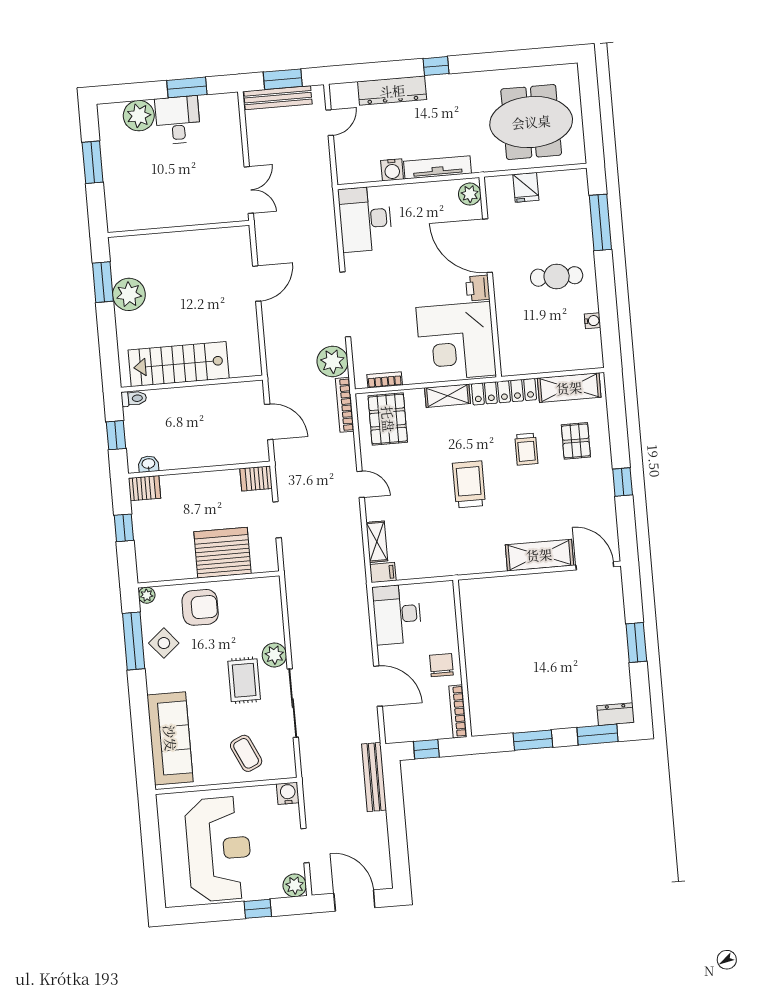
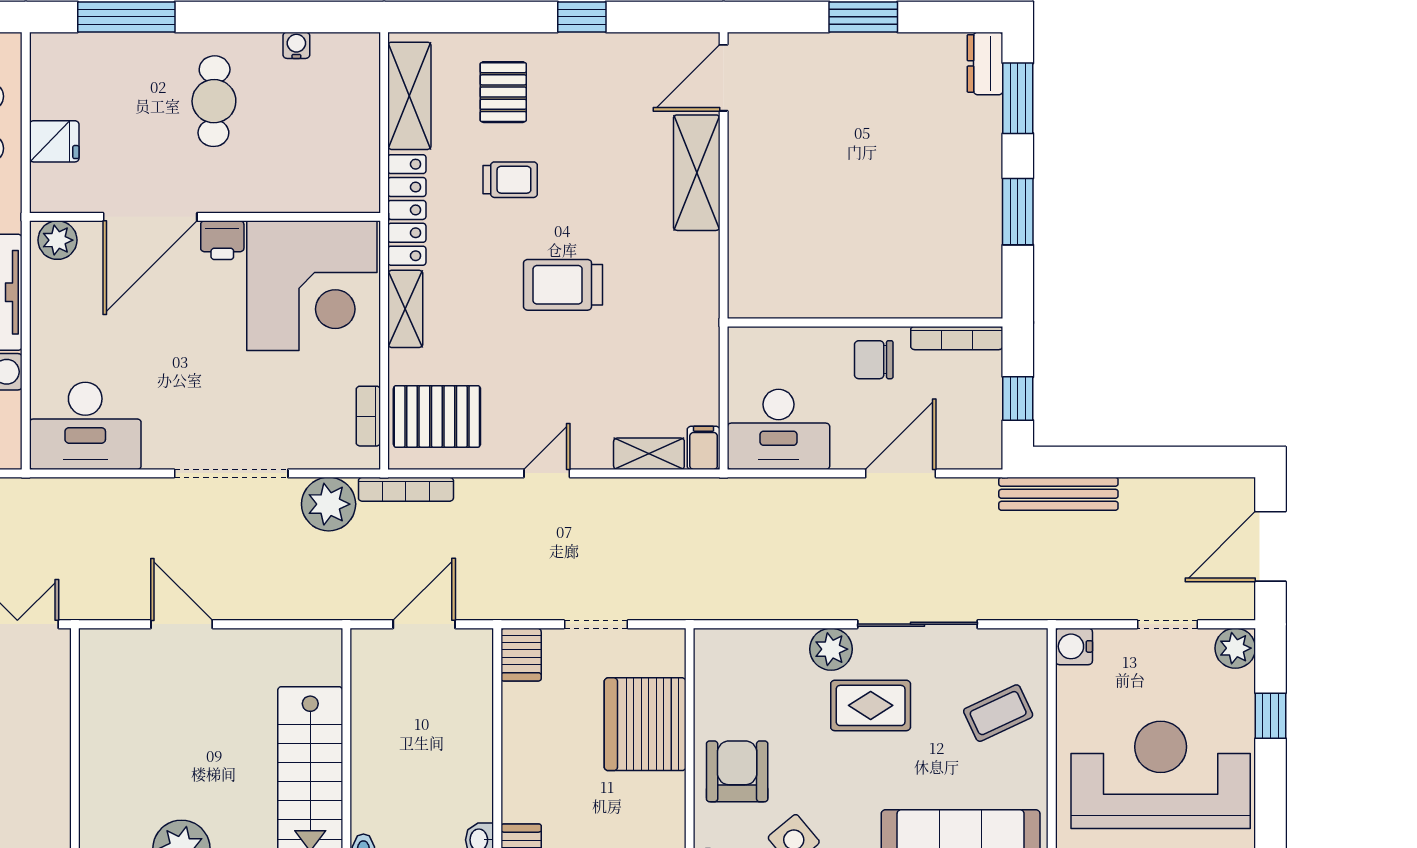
pallet: (576, 441) -> (503, 92), turned 90

